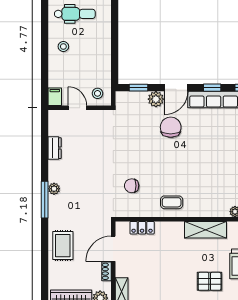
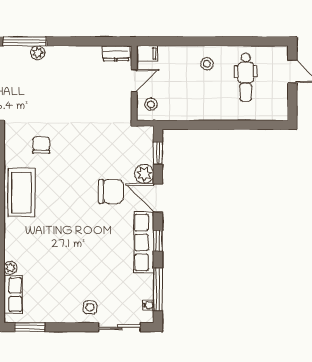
dresser: (55, 148) -> (116, 53), moved
coffee table: (172, 202) -> (22, 193), width x1.86, depth x1.72

